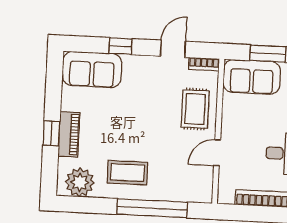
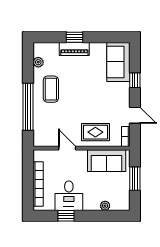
sofa: (252, 77) -> (107, 161), moved, turned -90
plant: (80, 182) -> (38, 62), width x0.53, depth x0.53

